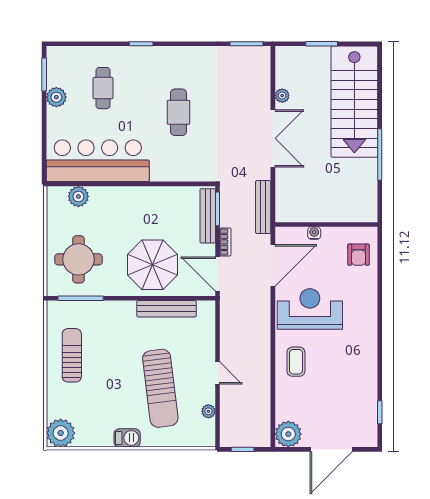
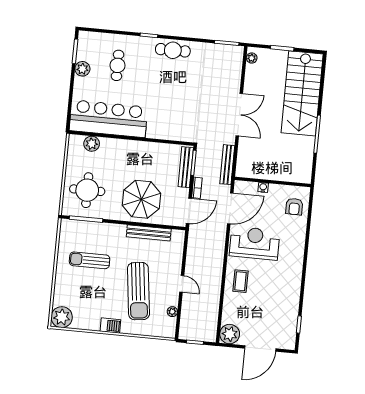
plant: (282, 96) -> (252, 58), moved
cafe table: (178, 112) -> (173, 50), moved, turned 90
door: (218, 274) -> (189, 211), swing flipped
sun lounger: (72, 355) -> (90, 260), moved, turned -90

